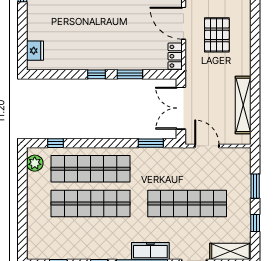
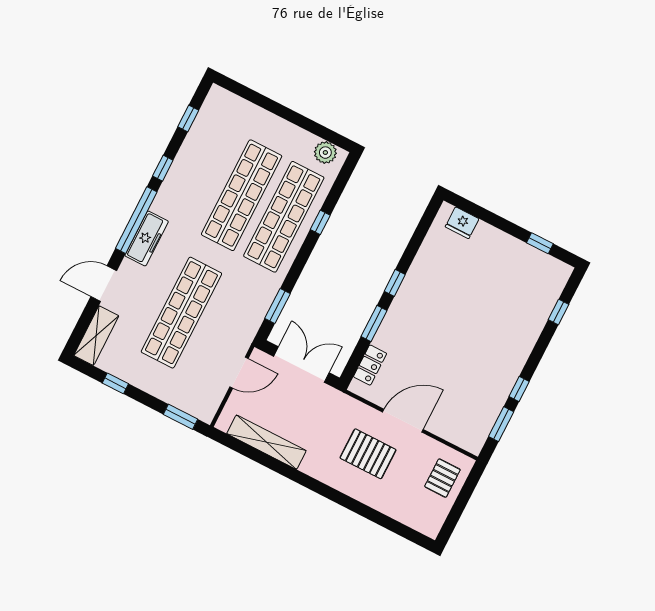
locker: (175, 56) -> (370, 365), moved, turned 90
window: (56, 143) -> (320, 222), moved
window: (255, 186) -> (181, 417), moved

